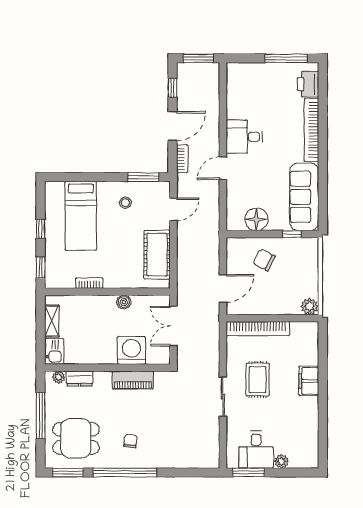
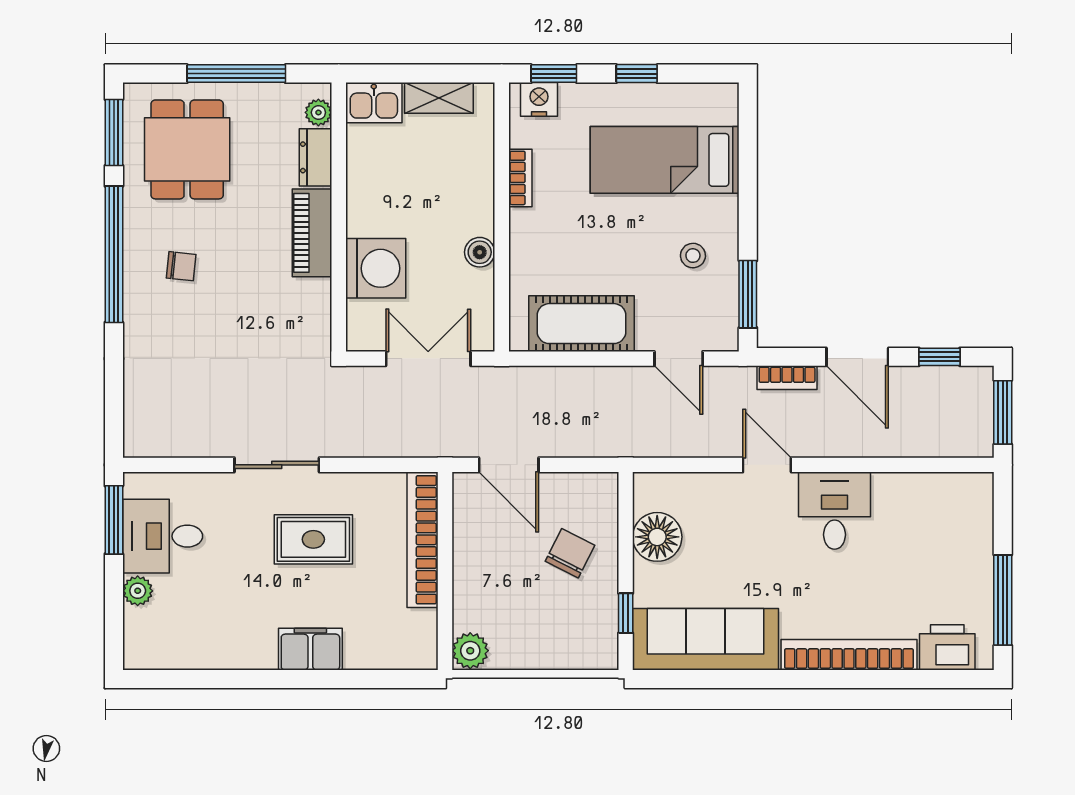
nightstand: (53, 274) -> (539, 99), added
piano: (133, 380) -> (312, 233), moved

